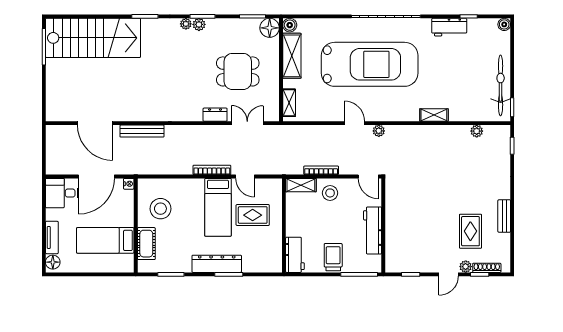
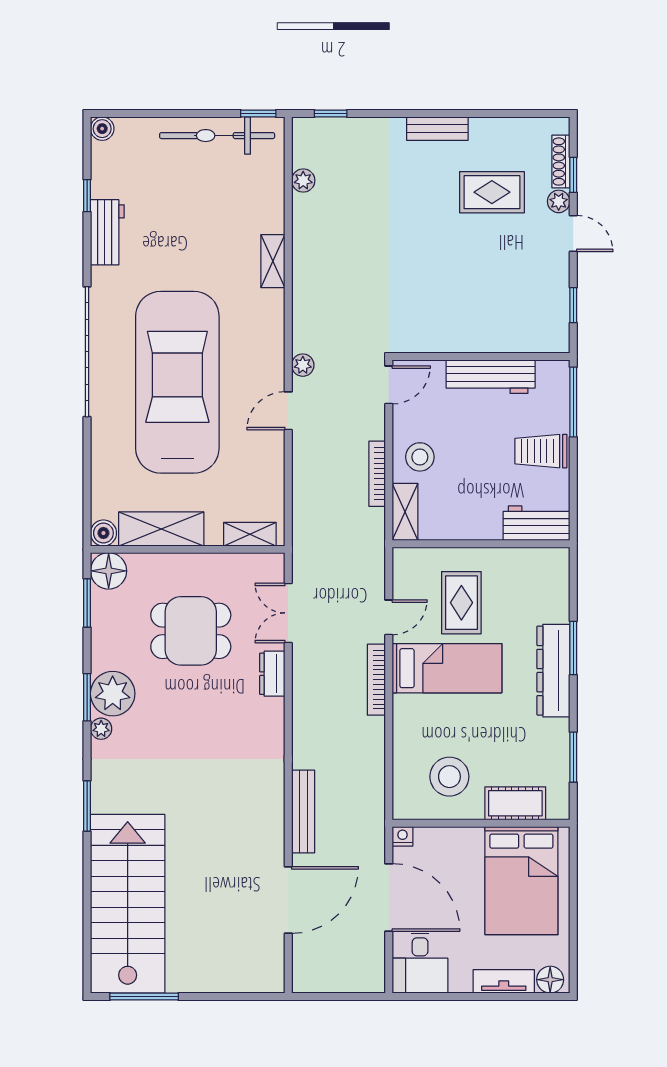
plant: (199, 24) -> (113, 694), width x1.87, depth x1.87
dining table: (238, 71) -> (191, 631), turned 90
bench: (504, 216) -> (437, 129), moved
bed: (105, 240) -> (521, 881), width x1.50

